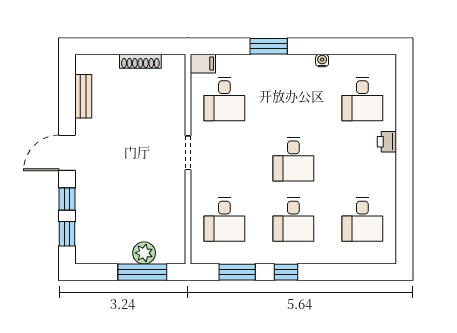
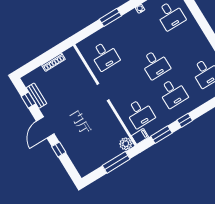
filing cabinet: (203, 64) -> (140, 136), moved
printer: (387, 142) -> (195, 28), removed
window: (67, 234) -> (28, 100), moved
plant: (144, 253) -> (126, 144), moved

